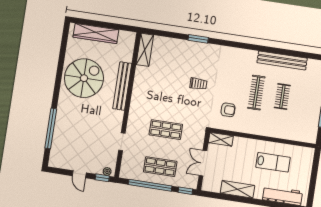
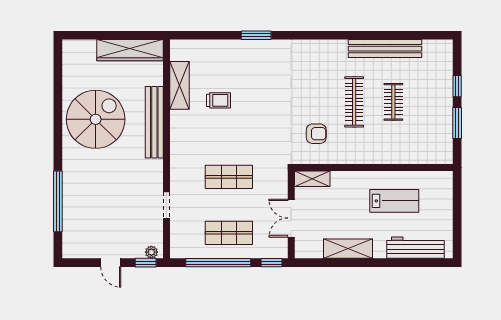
wardrobe: (96, 33) -> (130, 50), moved
shelving: (145, 50) -> (180, 85), moved
trolley: (198, 84) -> (219, 100), moved

